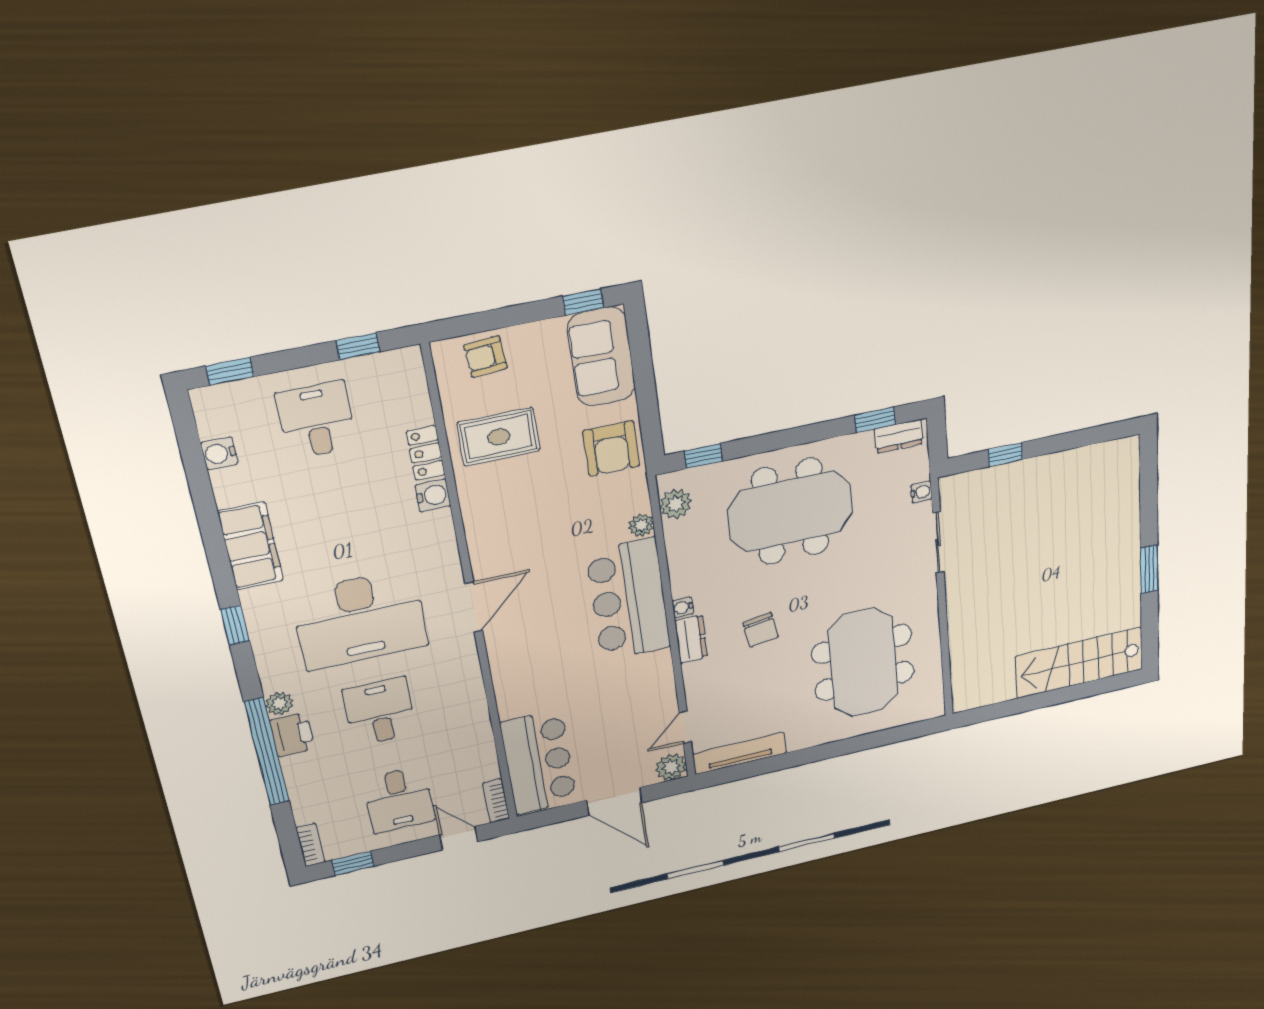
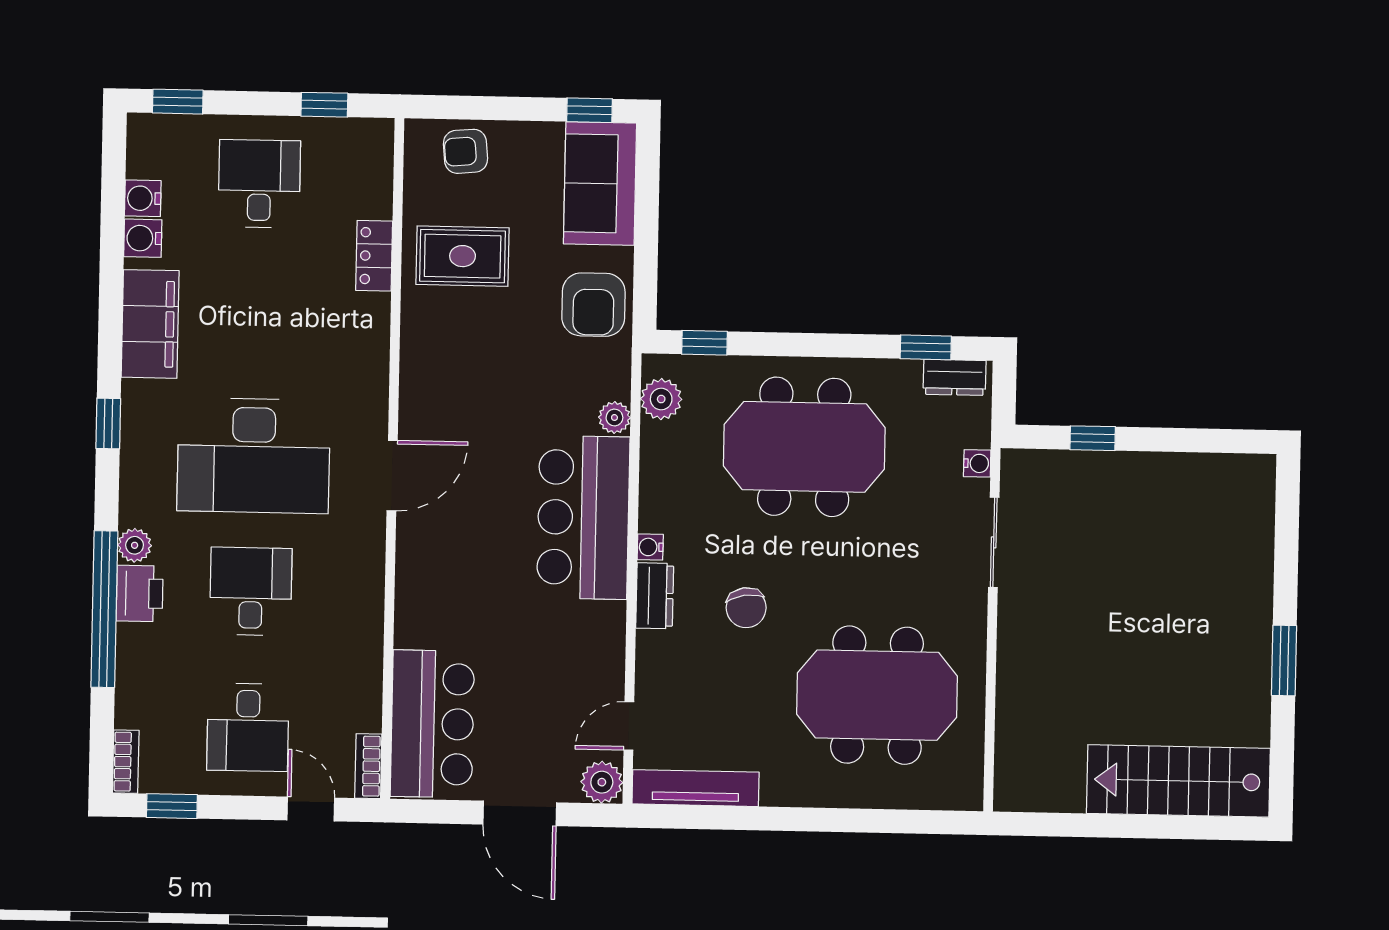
water cooler: (433, 495) -> (143, 238), moved, turned 180
meeting table: (863, 663) -> (877, 695), turned 90

